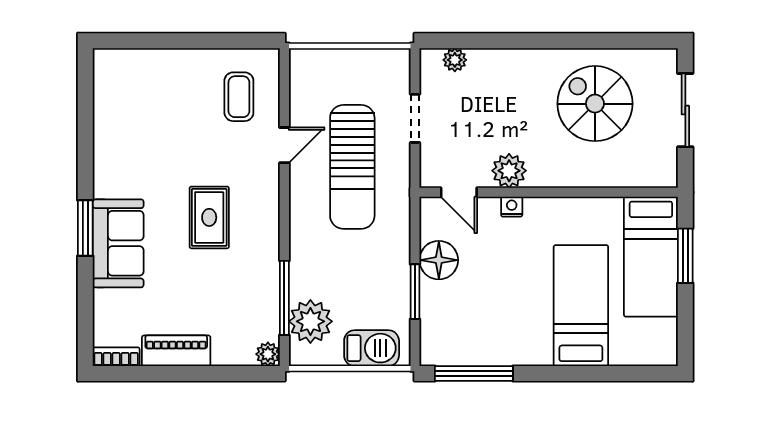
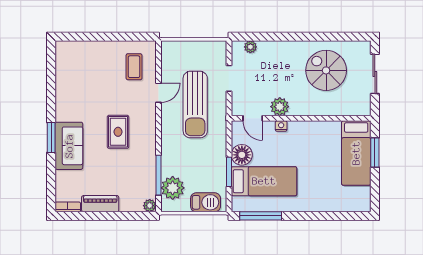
bed: (581, 306) -> (264, 181), moved, turned 90

